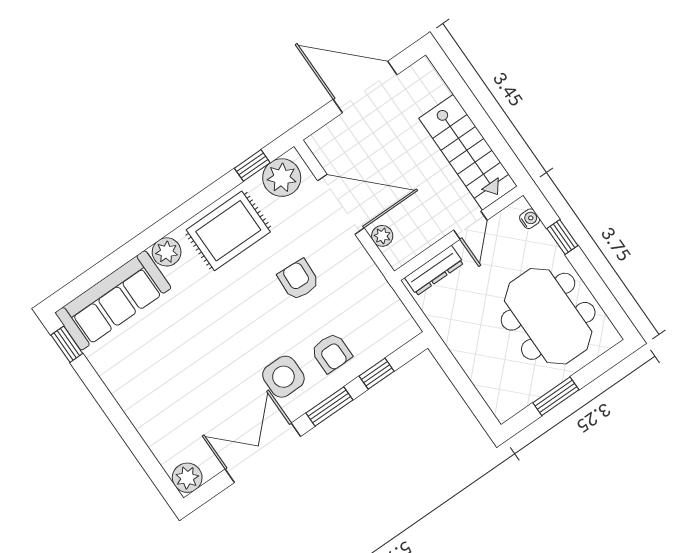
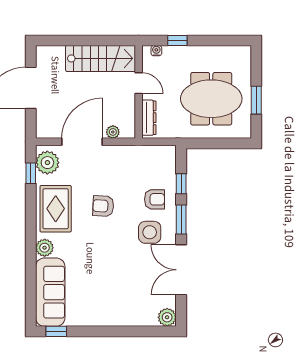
armchair: (298, 280) -> (103, 206), moved
meeting table: (548, 316) -> (211, 99), moved

